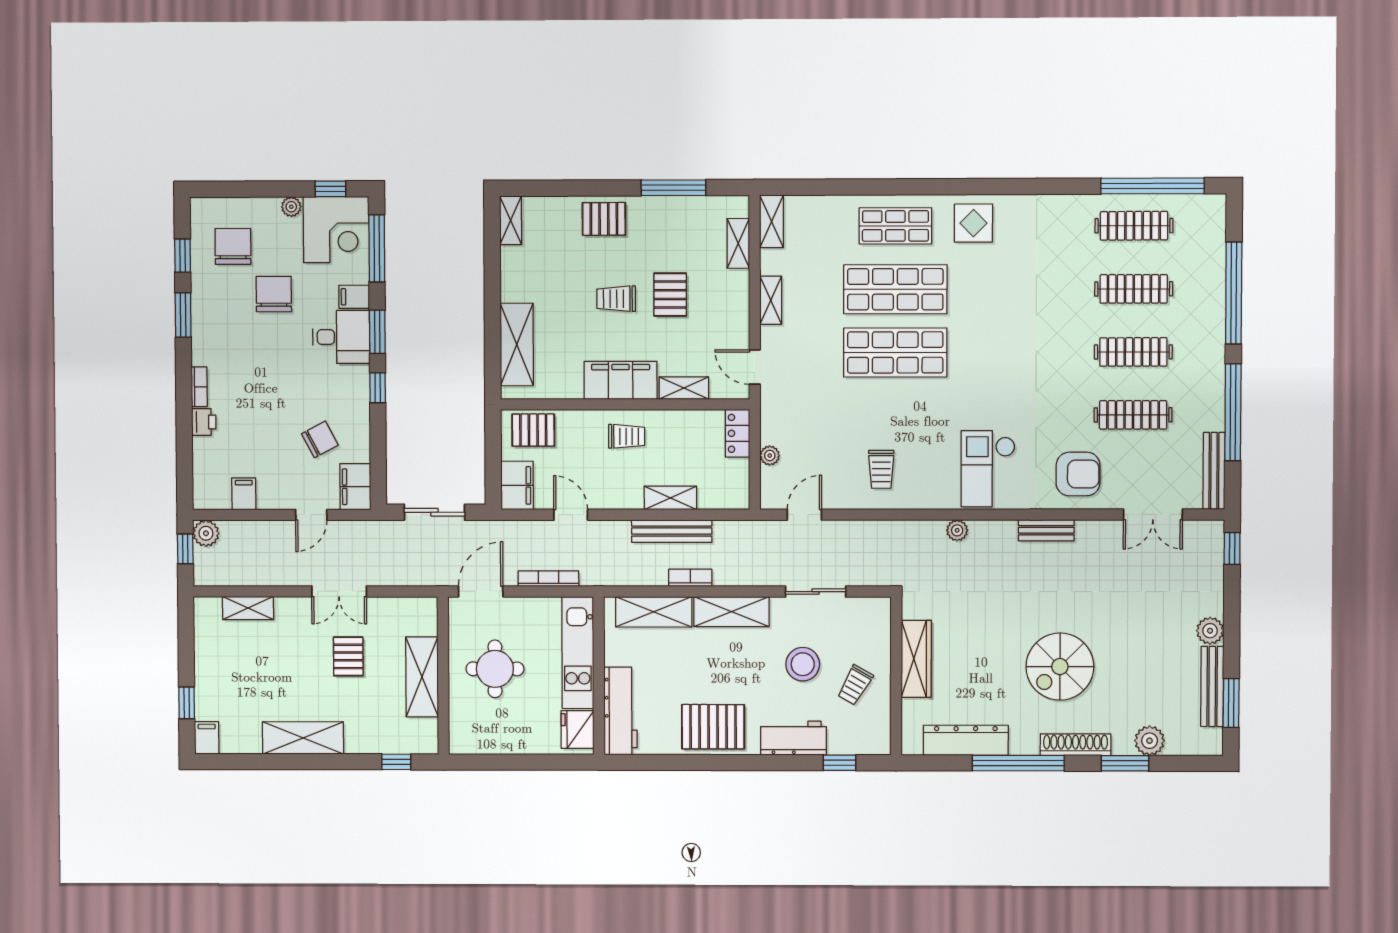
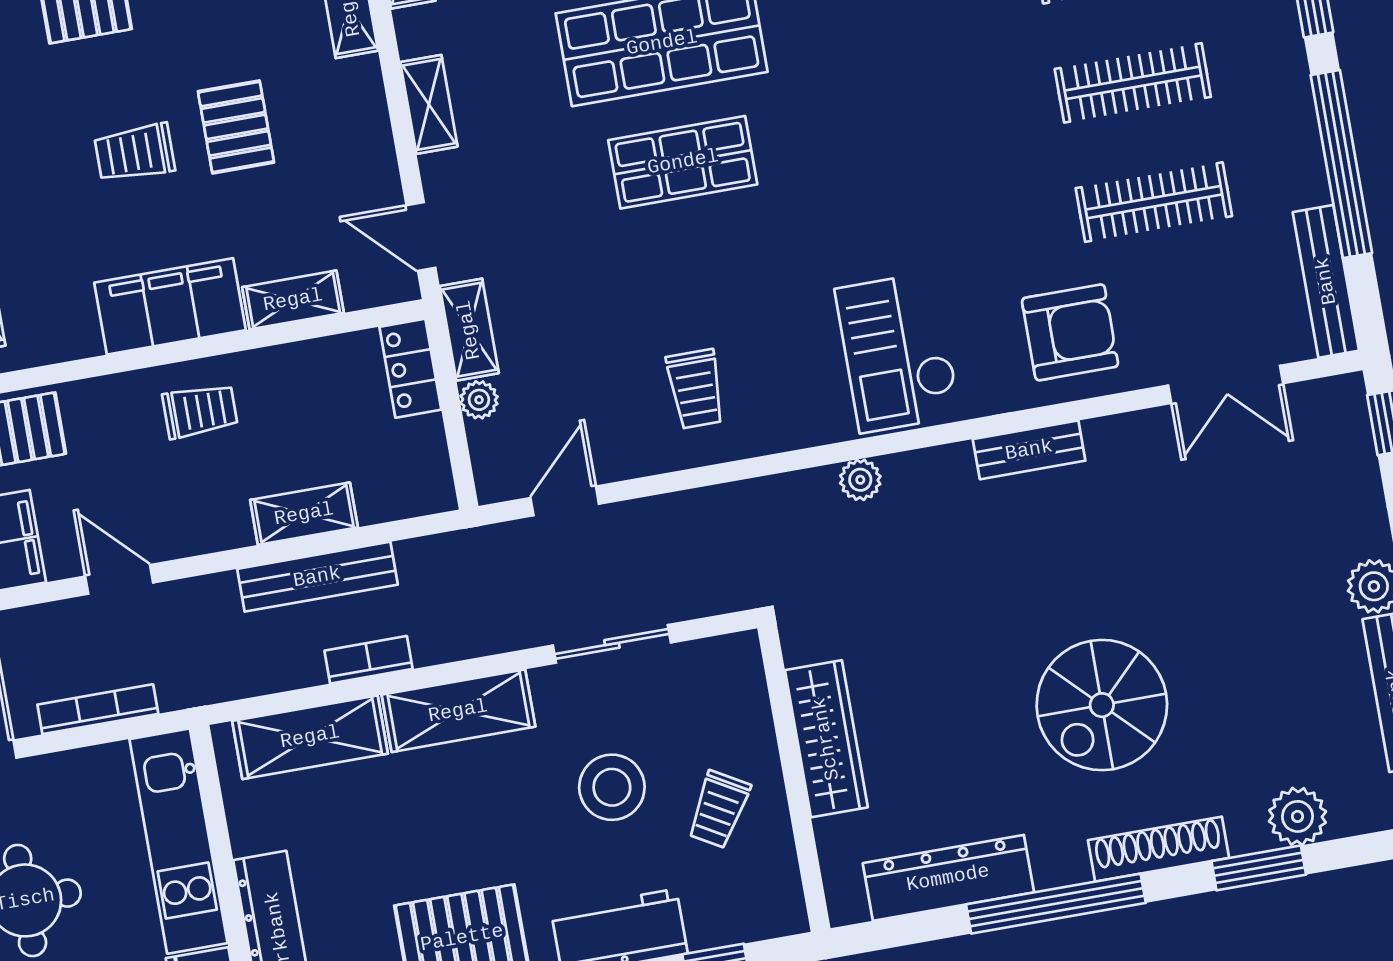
shop shelf: (895, 352) -> (683, 162), width x0.70, depth x0.74
shelving: (771, 419) -> (469, 330), added

